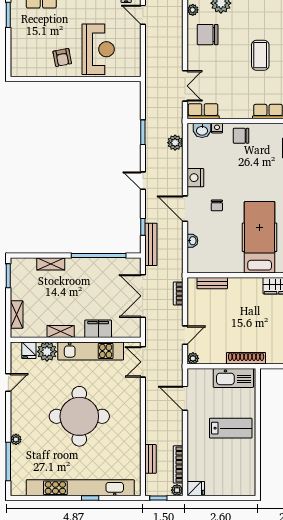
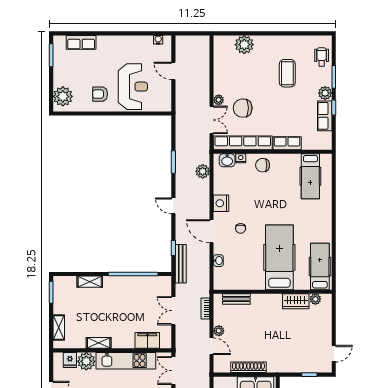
plant: (193, 10) -> (219, 100), moved
door: (143, 15) -> (173, 71), moved
chair: (208, 35) -> (243, 108), moved
coffee table: (260, 55) -> (287, 73), moved
armchair: (62, 57) -> (100, 94), turned 101
plant: (21, 60) -> (63, 96), added
row of seats: (203, 111) -> (243, 143), width x2.02
double door: (143, 296) -> (173, 311), width x0.73
filing cabinet: (98, 329) -> (147, 340), moved
door: (185, 335) -> (212, 346), hinge flipped
plant: (193, 358) -> (219, 331), moved
shoe rack: (246, 358) -> (248, 367), moved

